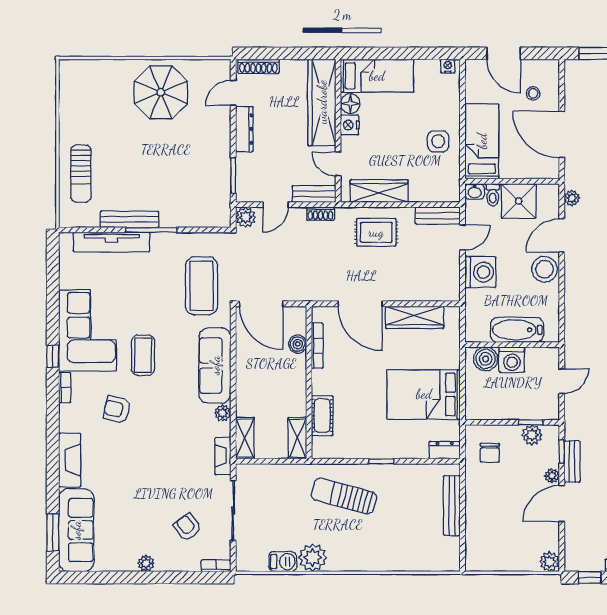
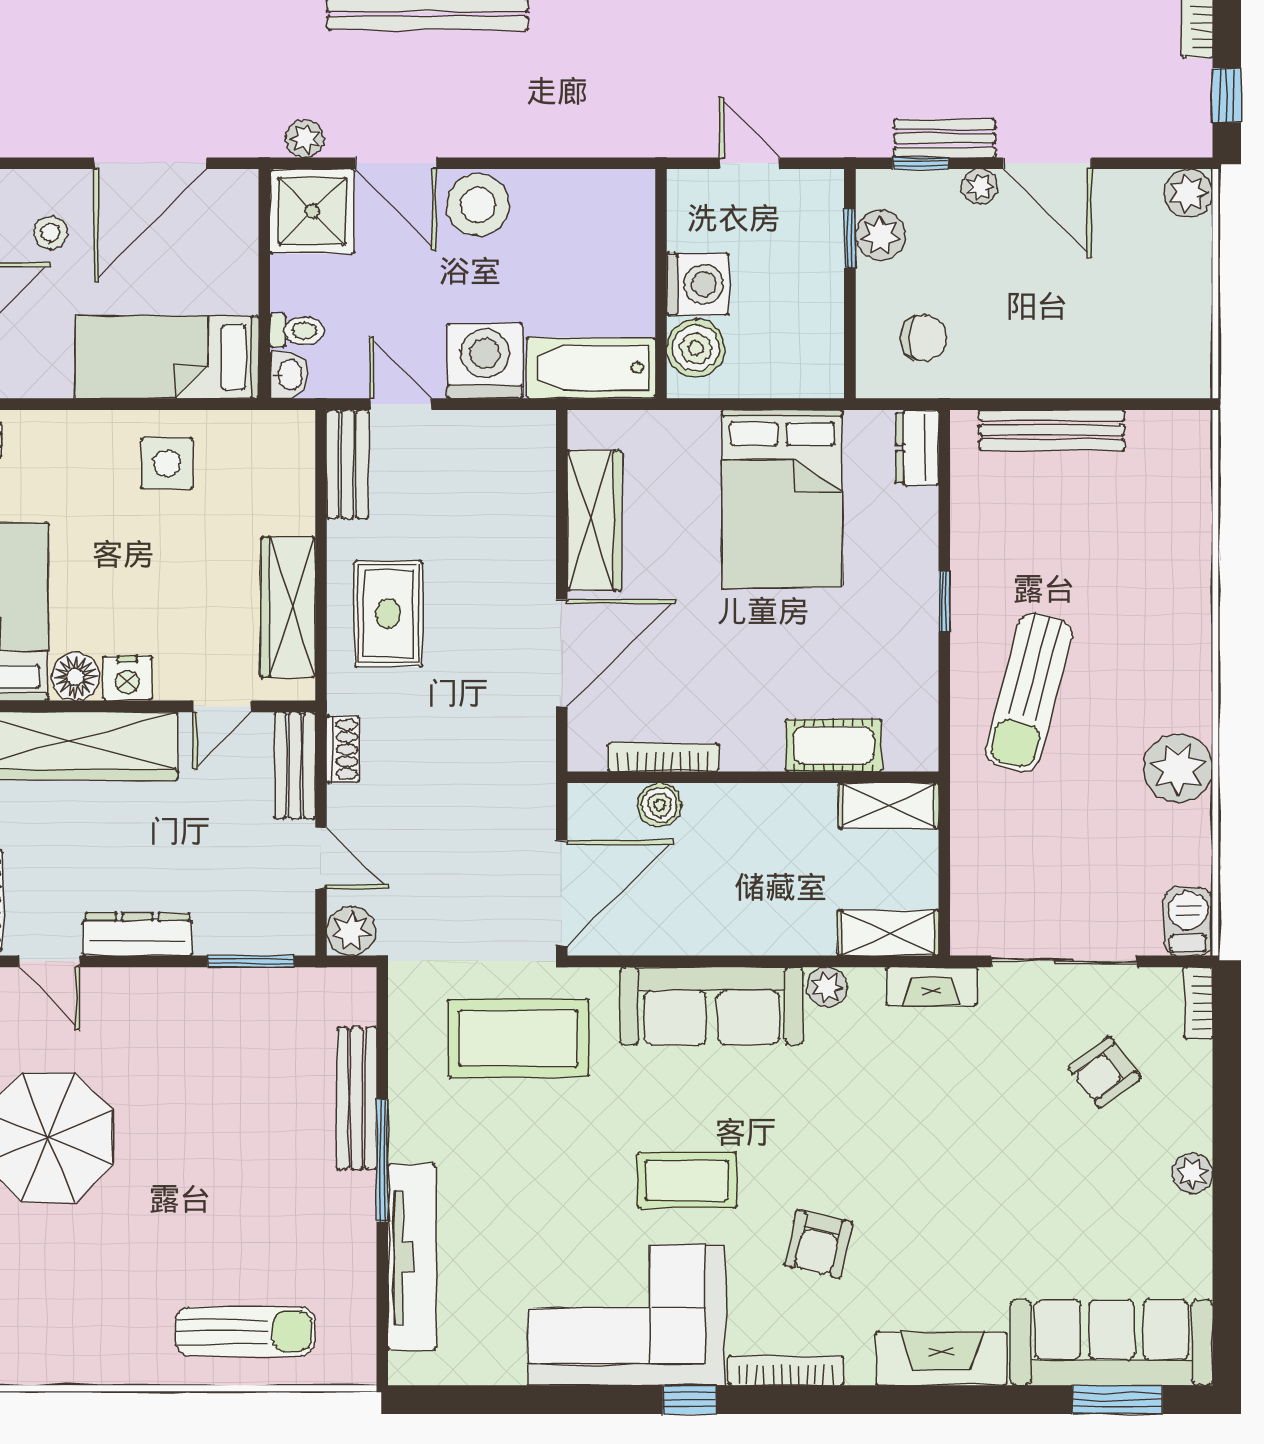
shower: (519, 201) -> (312, 211), moved
bench: (130, 219) -> (357, 1098), moved
bathtub: (517, 330) -> (591, 368), moved, turned 90
bookcase: (65, 388) -> (786, 1371), width x1.56
barbecue: (283, 562) -> (1188, 921), moved

